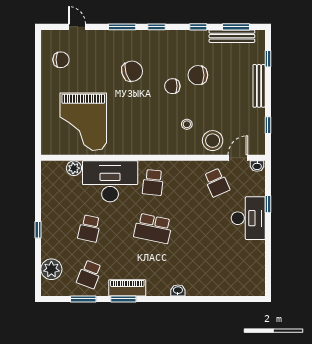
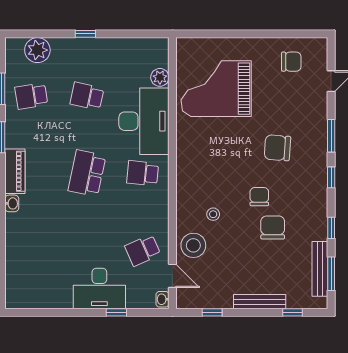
chair: (61, 60) -> (291, 62), turned -90
chair: (132, 71) -> (277, 148), turned 111
school desk: (89, 274) -> (31, 96), turned -30
piano: (127, 288) -> (15, 171), moved

